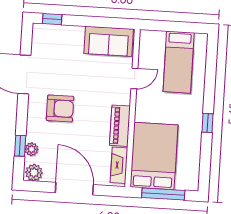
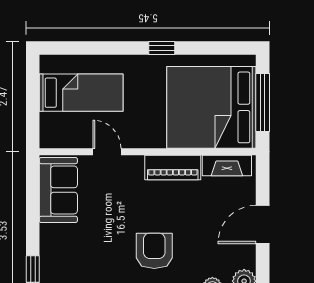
bed: (154, 156) -> (211, 107), width x1.36
door: (74, 189) -> (263, 224), width x0.73

